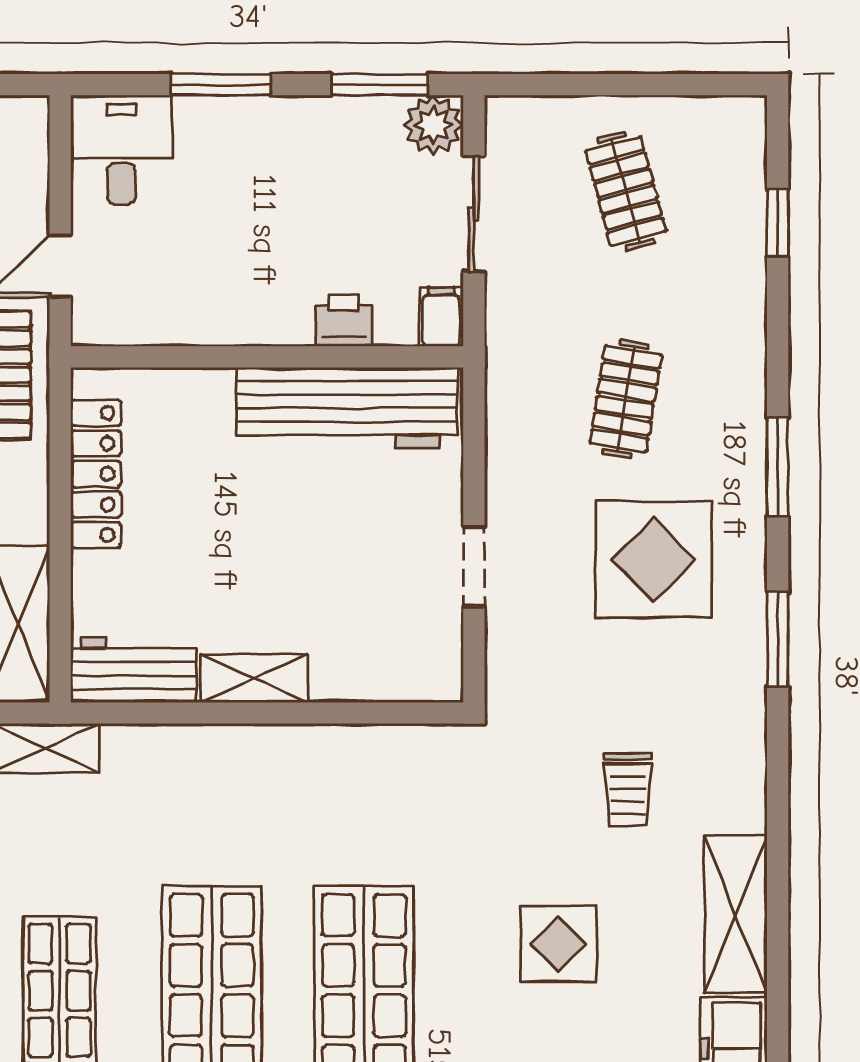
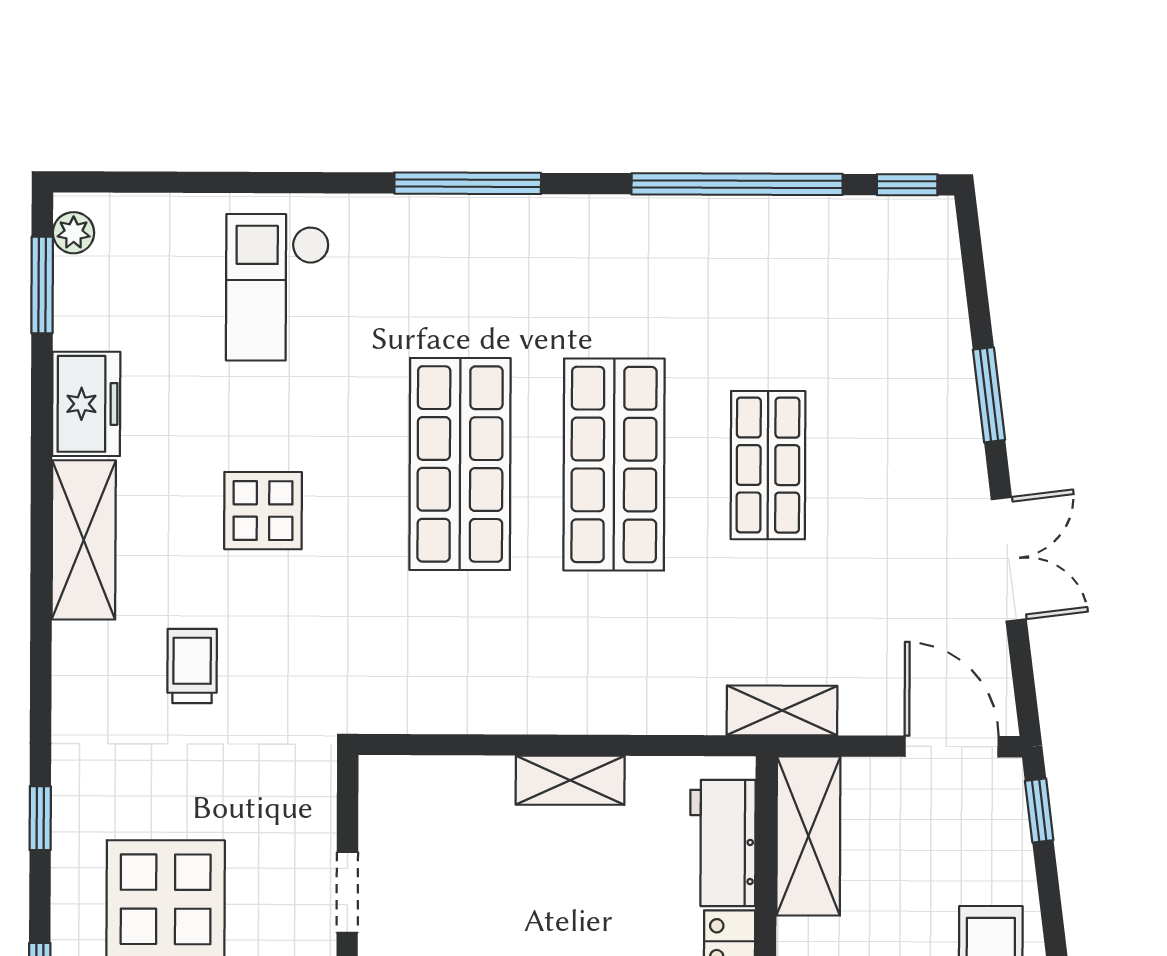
window: (778, 639) -> (40, 818), width x0.67
workbench: (134, 670) -> (723, 843), moved, turned 90

